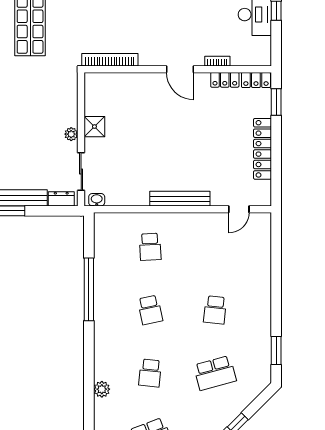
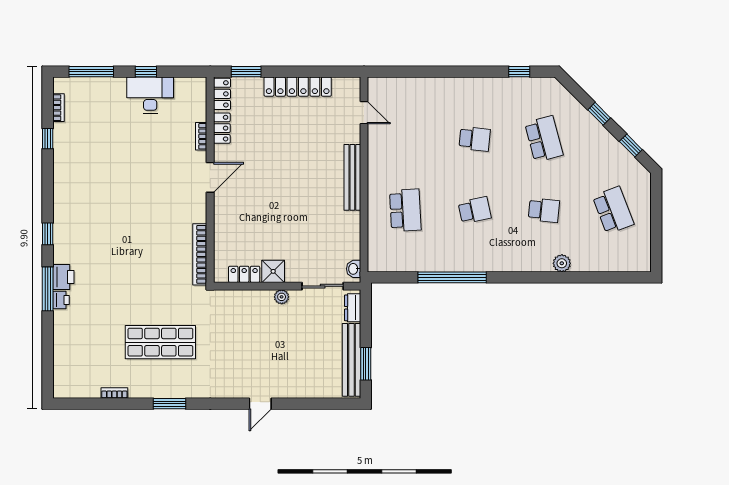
locker: (92, 100) -> (244, 274), added
school desk: (150, 247) -> (405, 210), width x1.85
window: (276, 350) -> (519, 72), width x0.67

